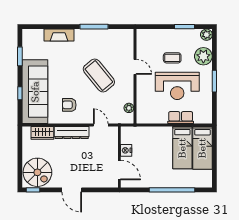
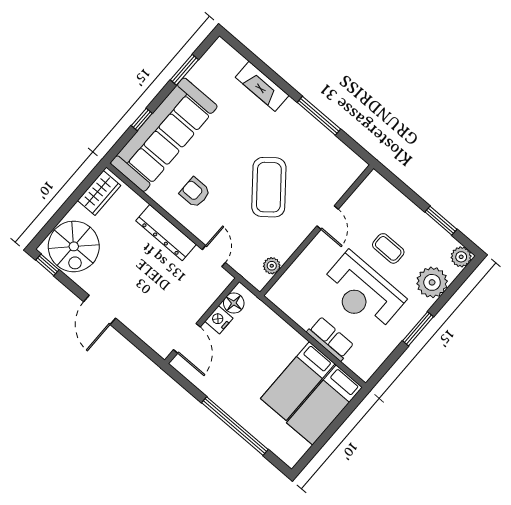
wardrobe: (42, 133) -> (99, 193), moved, turned -90
floor lamp: (126, 138) -> (234, 303), added

